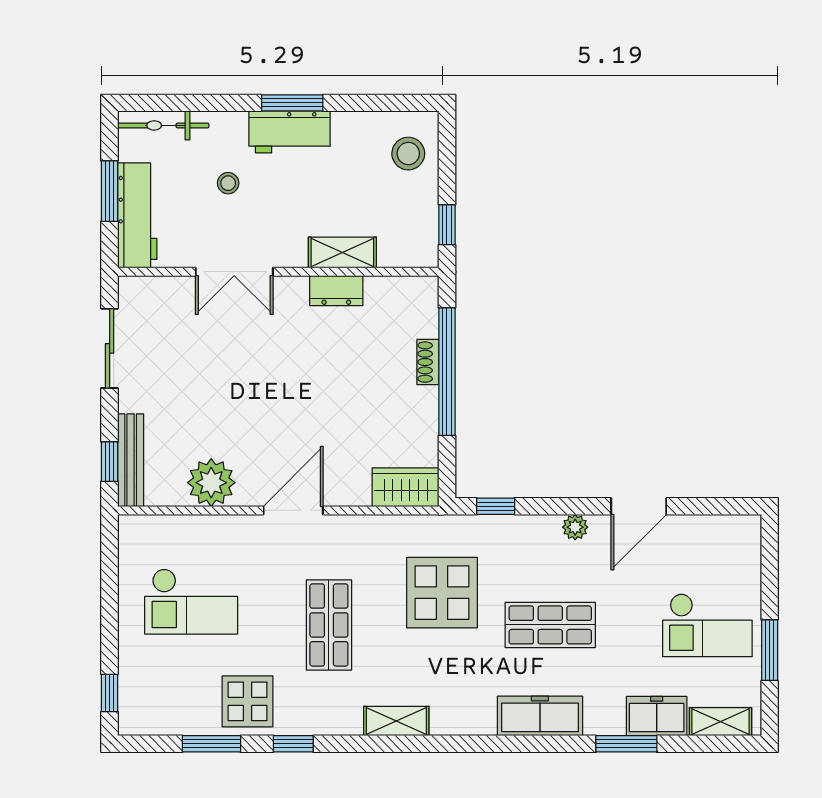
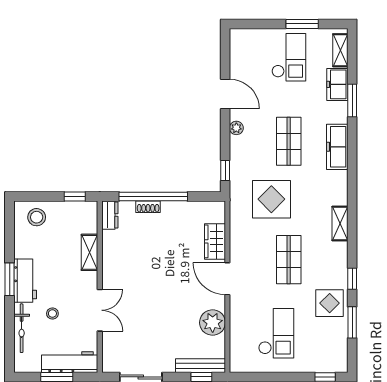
bicycle: (163, 125) -> (22, 328), moved
dresser: (336, 291) -> (110, 215), moved
wardrobe: (406, 487) -> (215, 241), moved
shop shelf: (329, 625) -> (289, 260), turned 90

